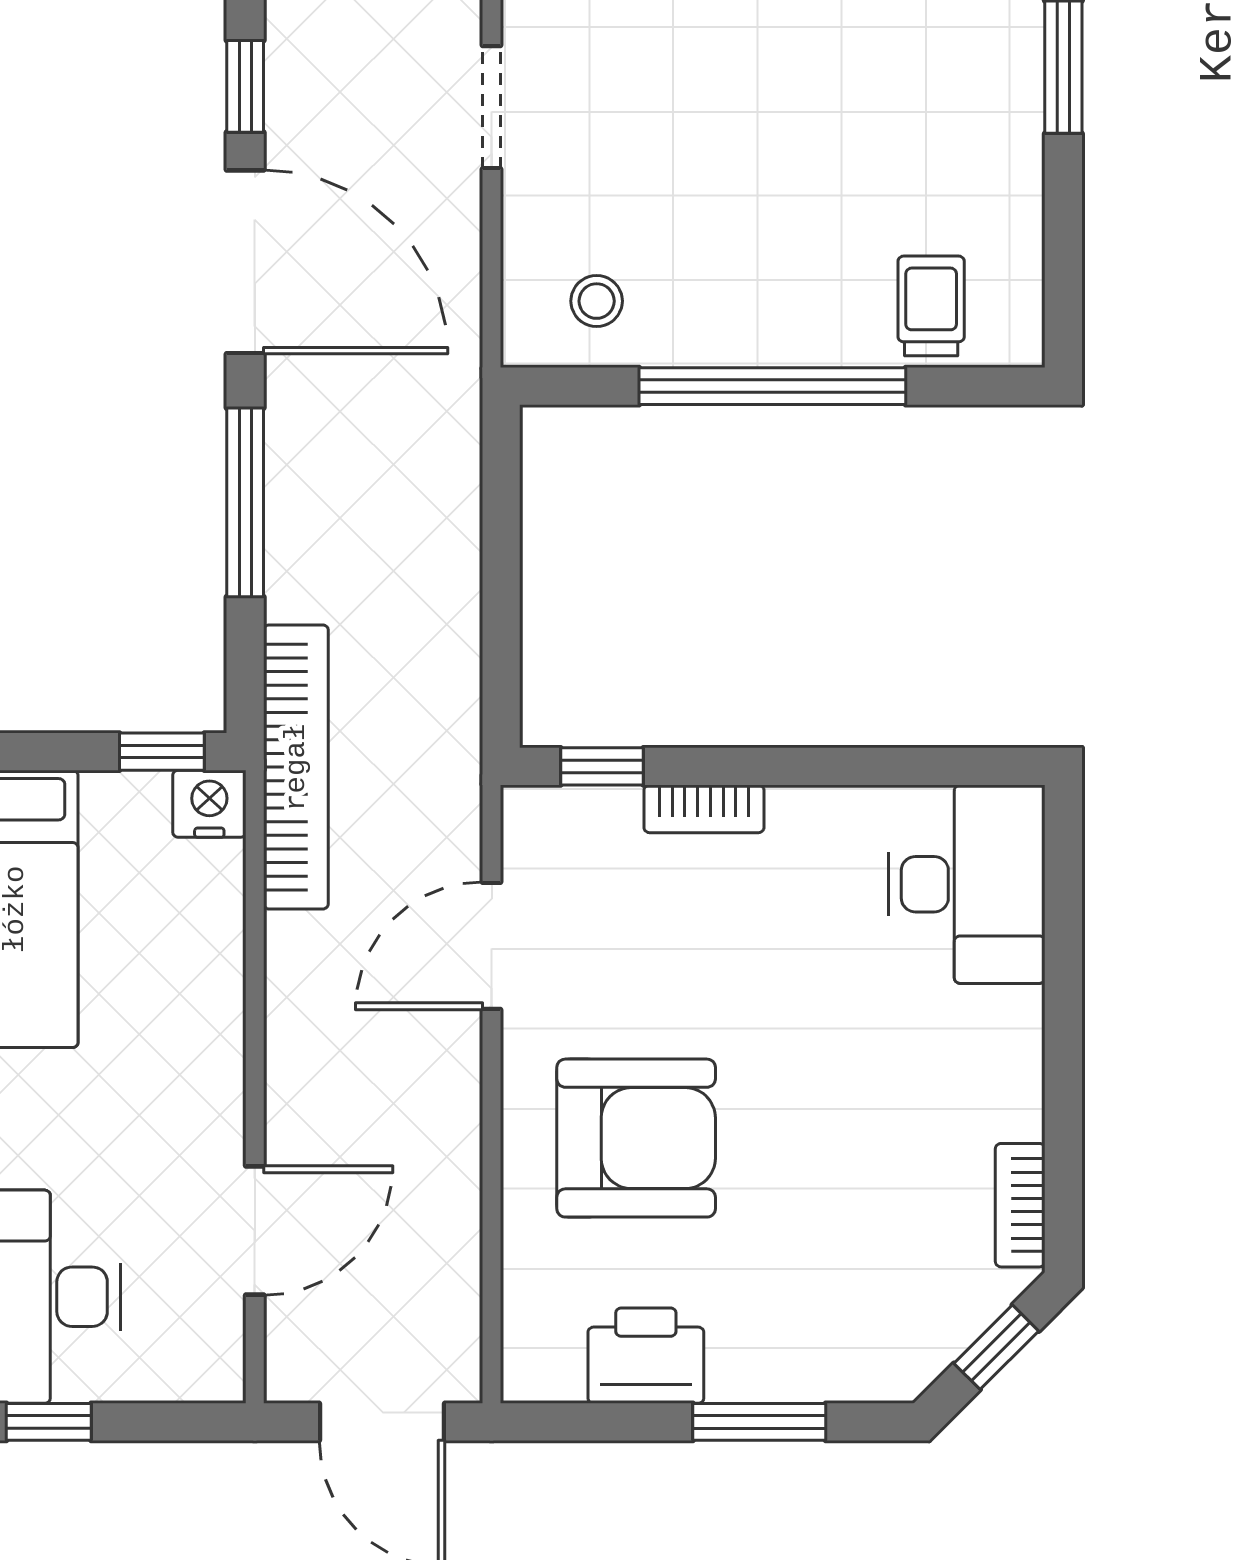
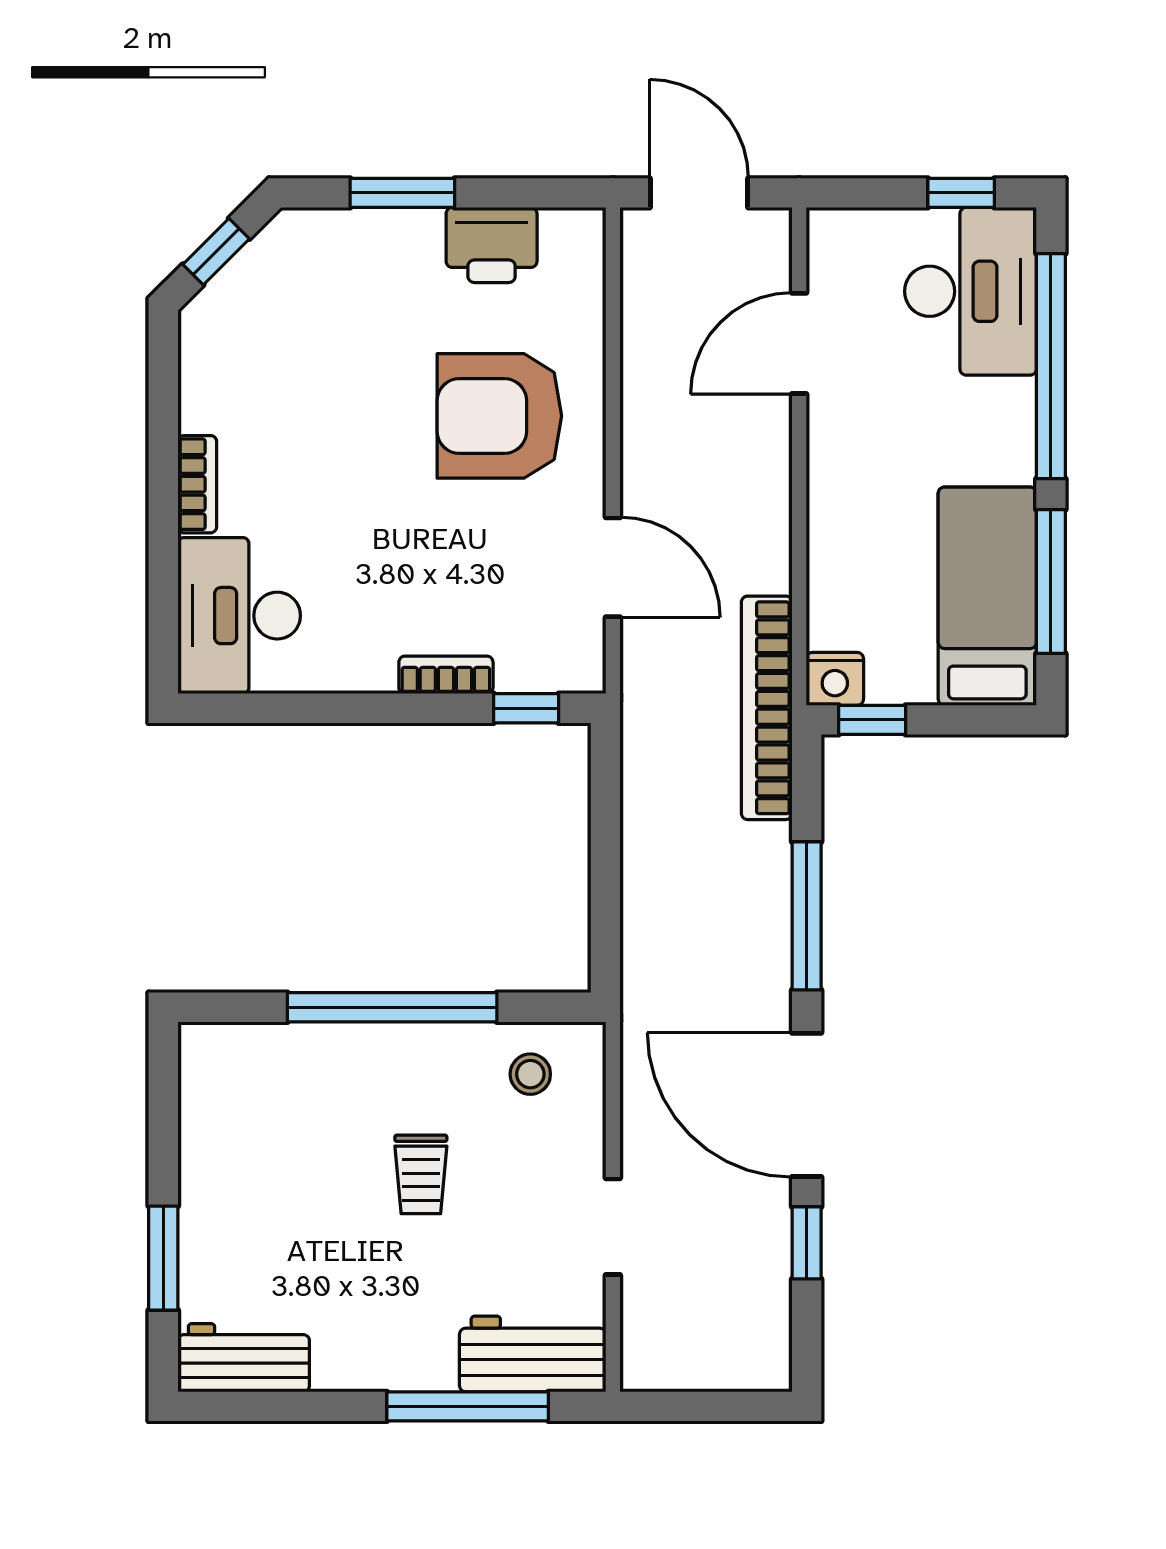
trolley: (931, 306) -> (421, 1174), moved
door: (492, 946) -> (613, 567), hinge flipped
bookcase: (1020, 1205) -> (197, 484), moved

